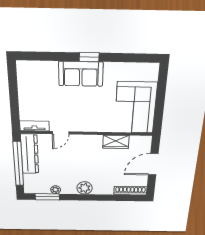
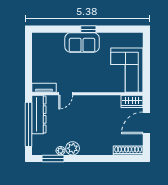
wardrobe: (116, 142) -> (132, 101), moved
plant: (85, 188) -> (73, 148), moved

